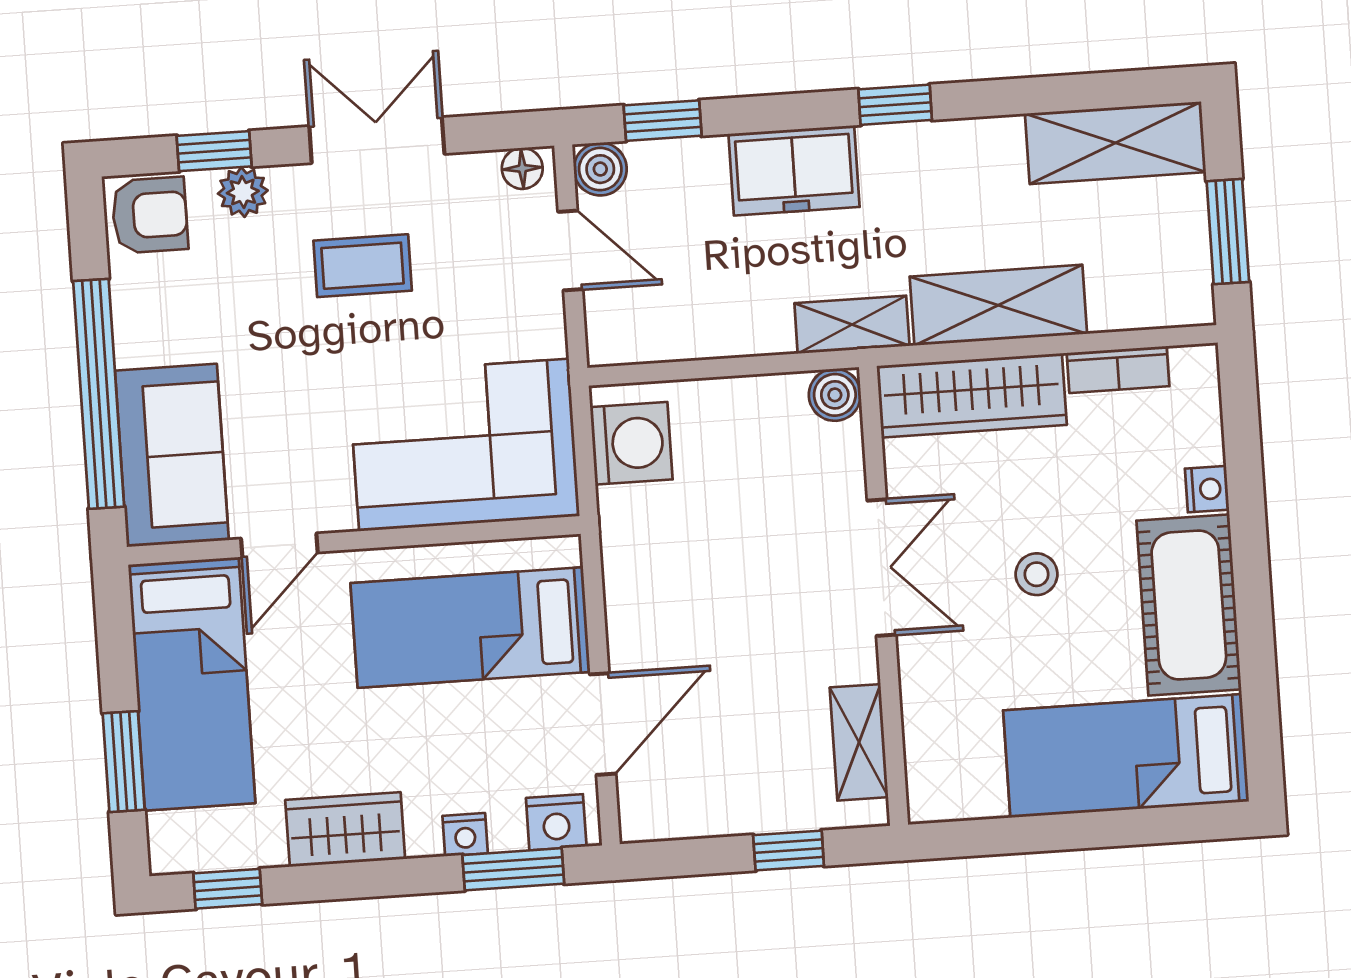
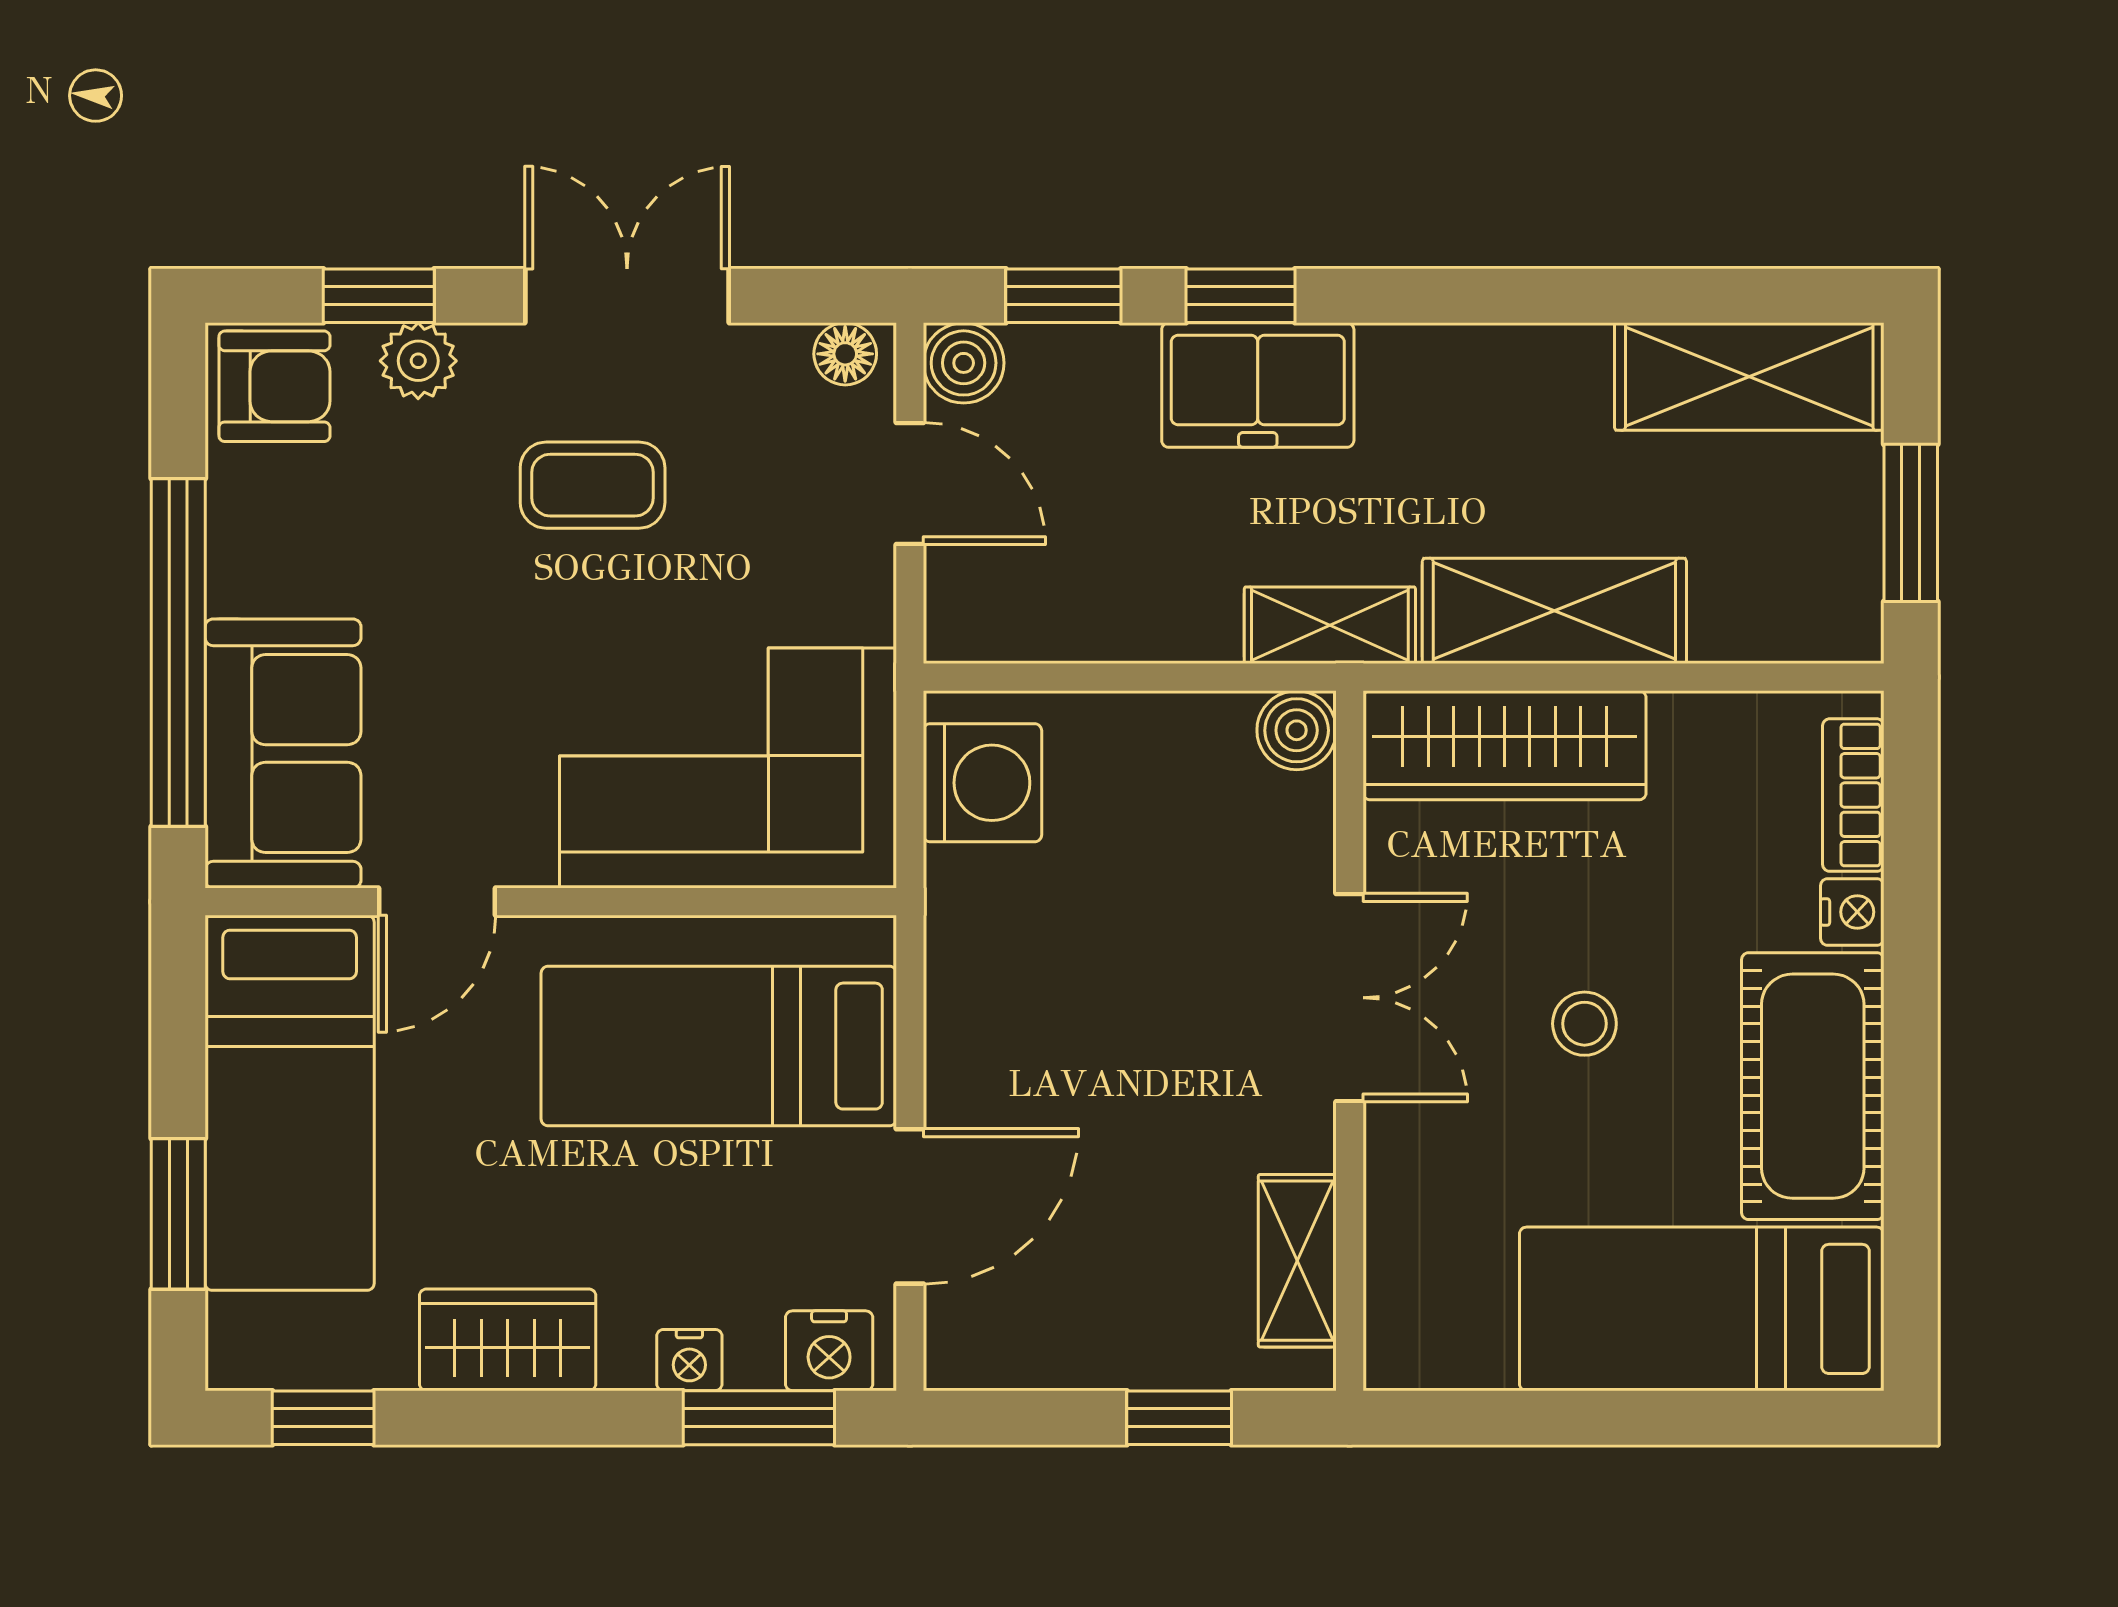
window: (895, 105) -> (1241, 296), moved
bookcase: (1118, 370) -> (1853, 795), moved, turned 90

